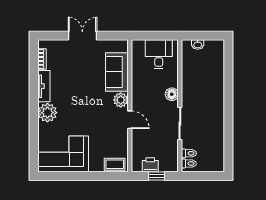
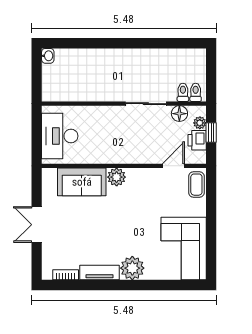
washbasin: (198, 45) -> (48, 56), moved
desk: (159, 54) -> (60, 136), width x1.37
floor lamp: (172, 94) -> (179, 114), moved
door: (130, 120) -> (173, 166), moved
plant: (164, 167) -> (200, 123), added

